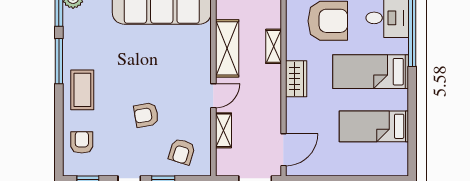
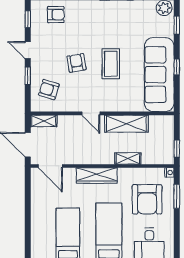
wardrobe: (296, 79) -> (97, 176), width x1.50
coffee table: (82, 90) -> (111, 64), moved, turned 90
shelving: (223, 130) -> (44, 121), moved

